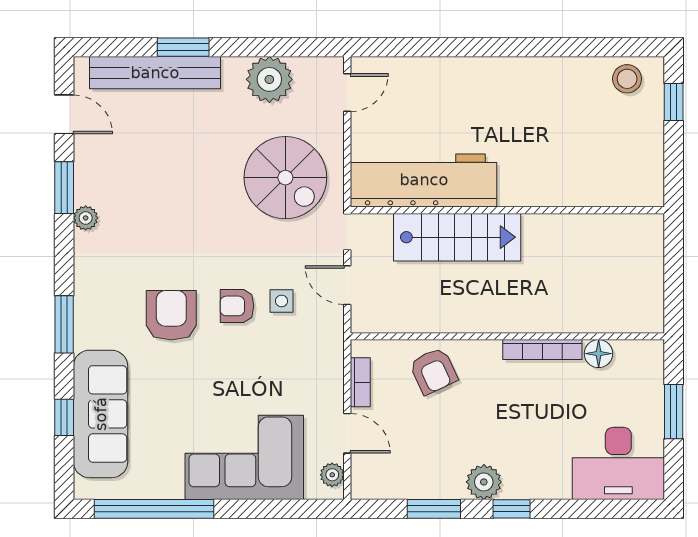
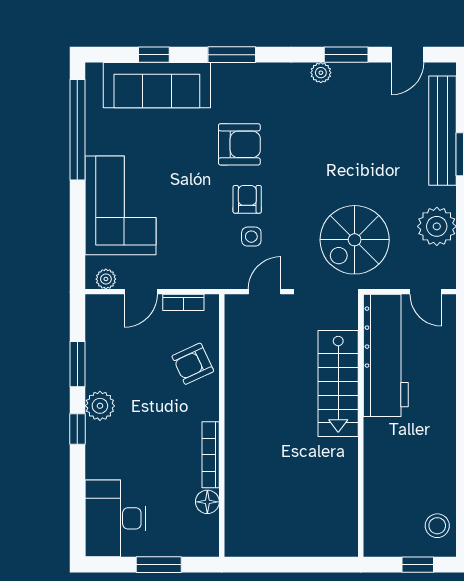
workbench: (424, 180) -> (386, 355), moved
wall: (507, 210) -> (361, 426), moved
stairs: (457, 237) -> (338, 384), moved

